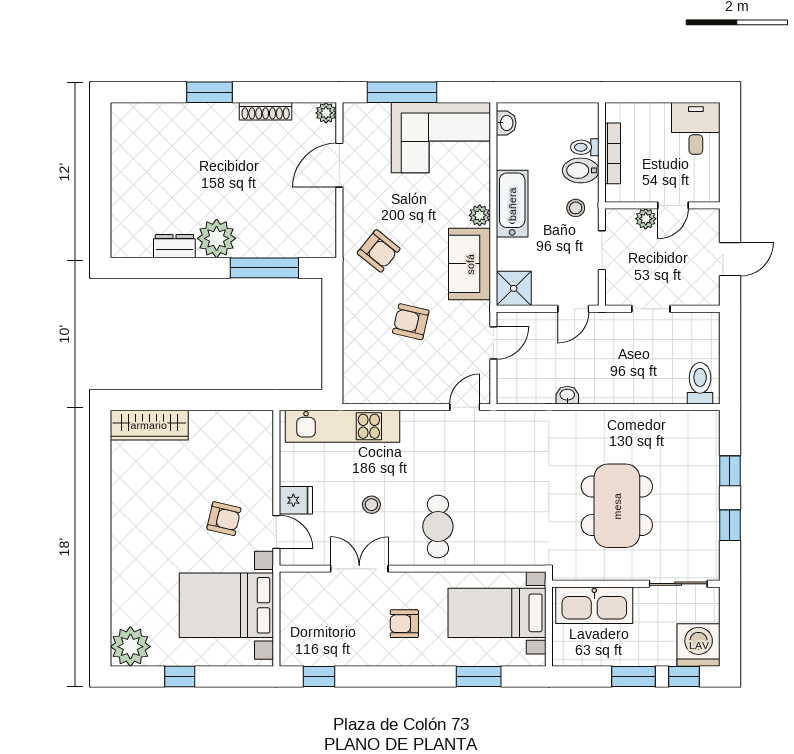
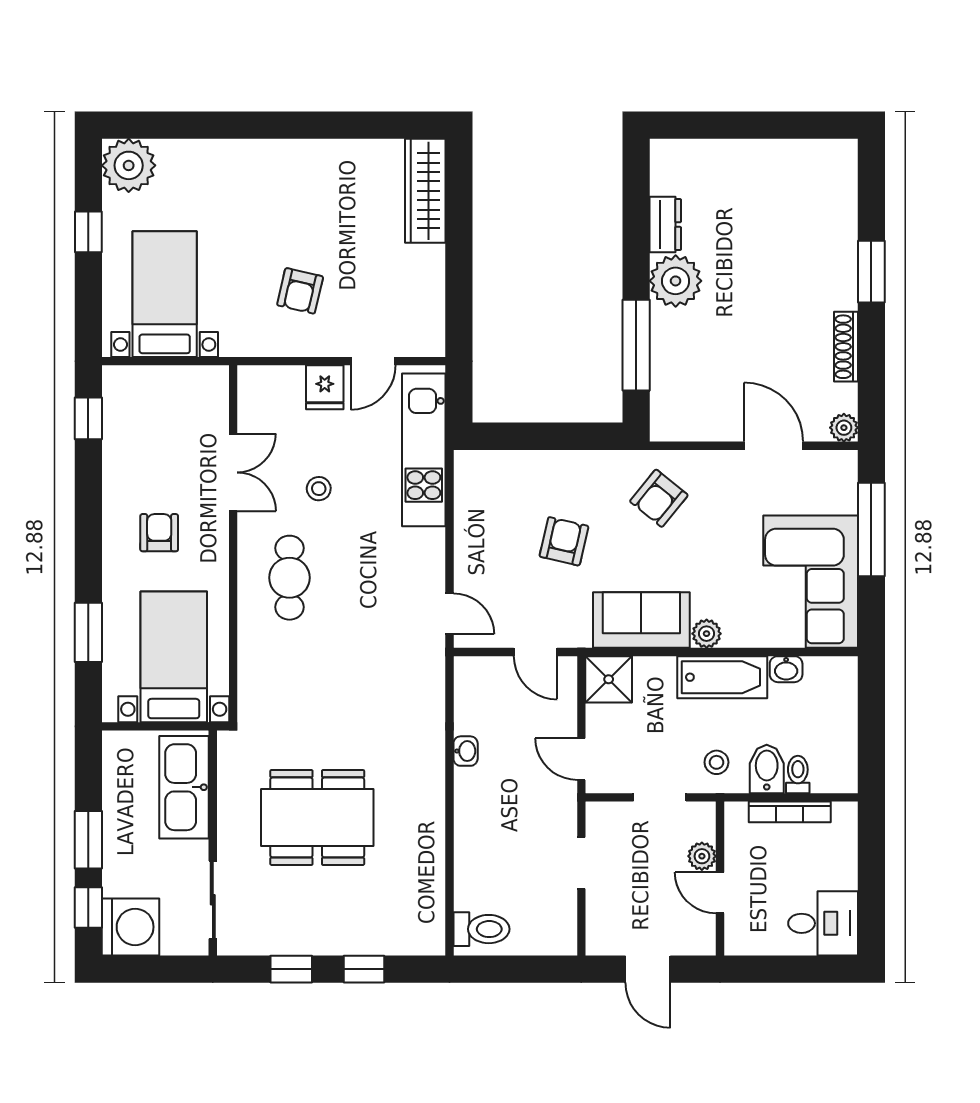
washbasin: (506, 123) -> (786, 669), moved
cafe table: (438, 526) -> (289, 578), turned 90
door: (276, 532) -> (373, 361), moved
bed with nightstands: (226, 605) -> (165, 294), width x0.73

